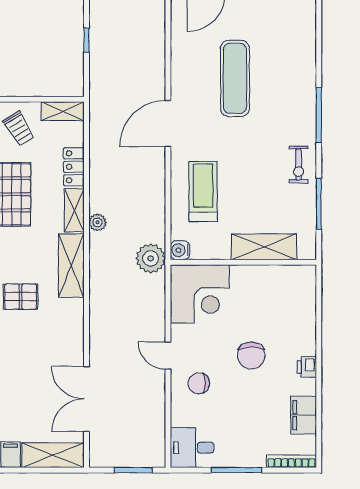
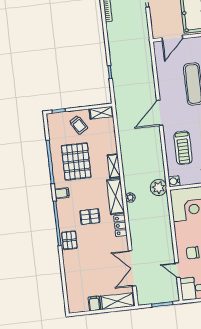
locker: (74, 167) -> (120, 226), moved
treadmill: (203, 192) -> (183, 148), turned 180
plant: (98, 222) -> (130, 198), moved
door: (168, 356) -> (178, 270), moved

